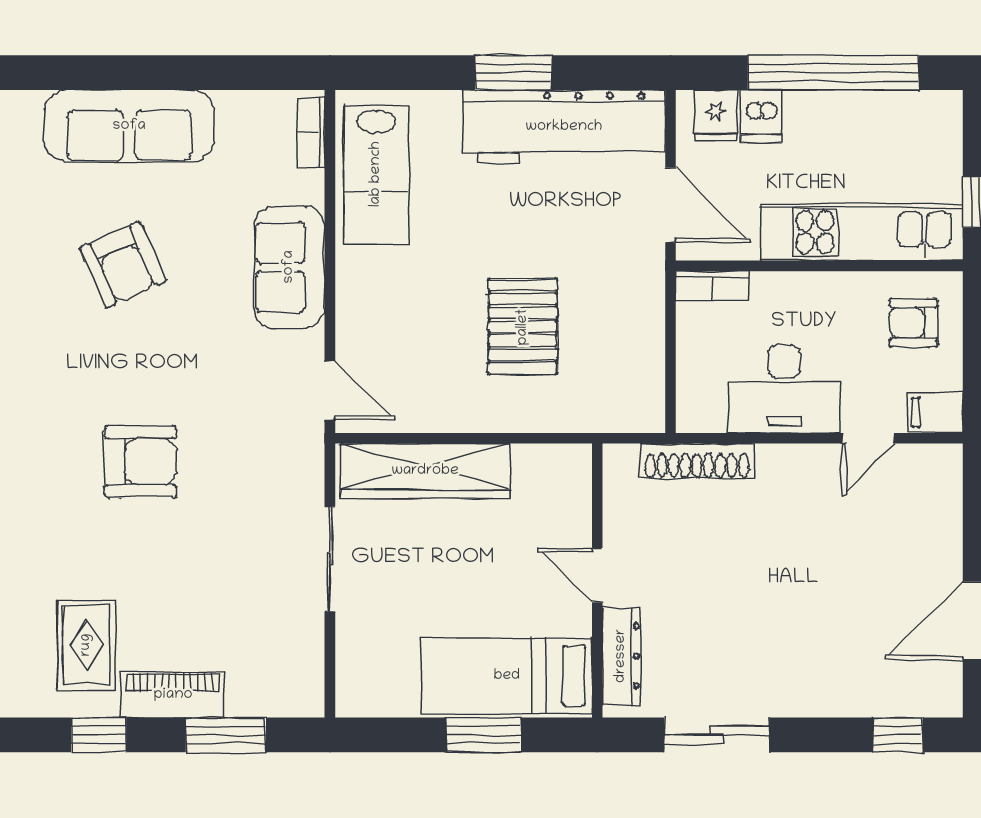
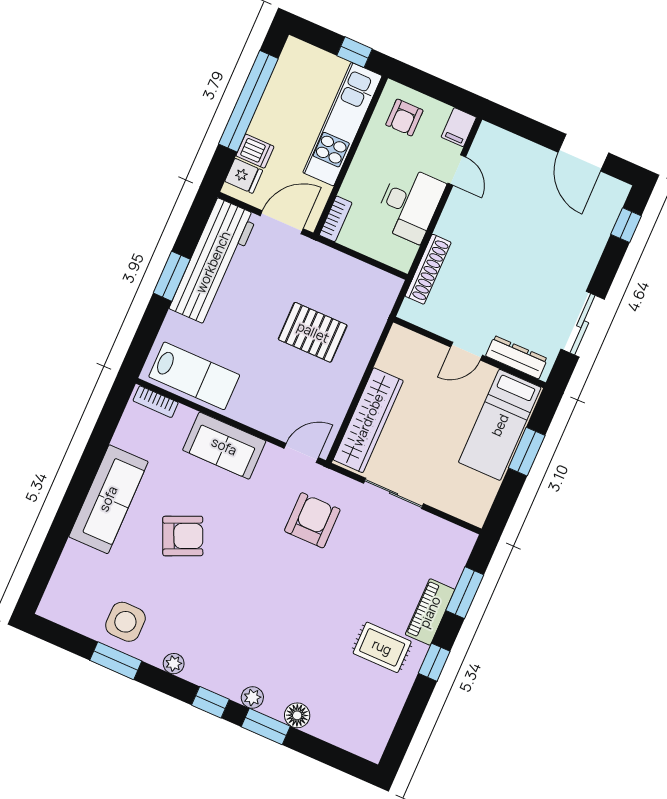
armchair: (141, 462) -> (312, 520), moved

